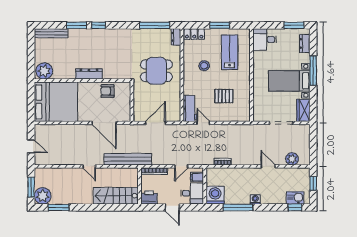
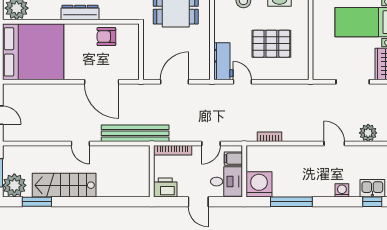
pallet: (224, 96) -> (271, 44), width x1.50, depth x1.42
stairs: (116, 196) -> (64, 185), moved
washing machine: (255, 199) -> (342, 190), moved

